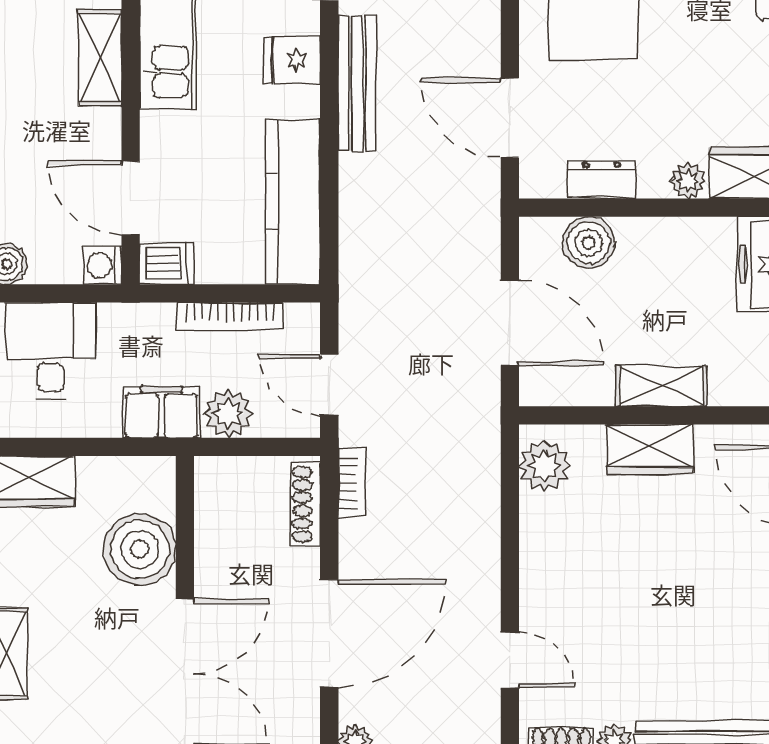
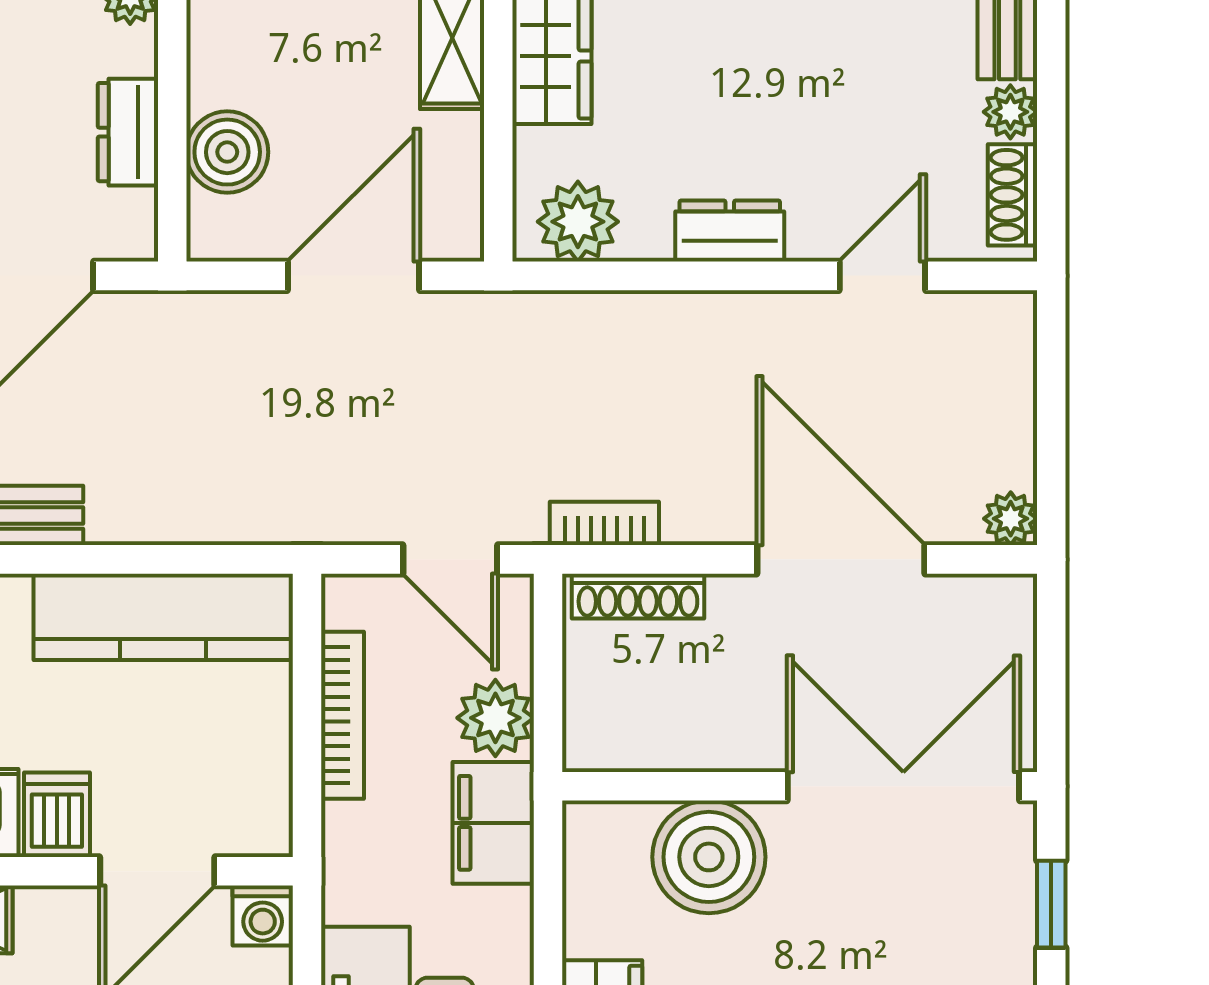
dishwasher: (167, 263) -> (57, 815), moved
door: (329, 385) -> (450, 559), hinge flipped
dresser: (538, 563) -> (730, 231), added

